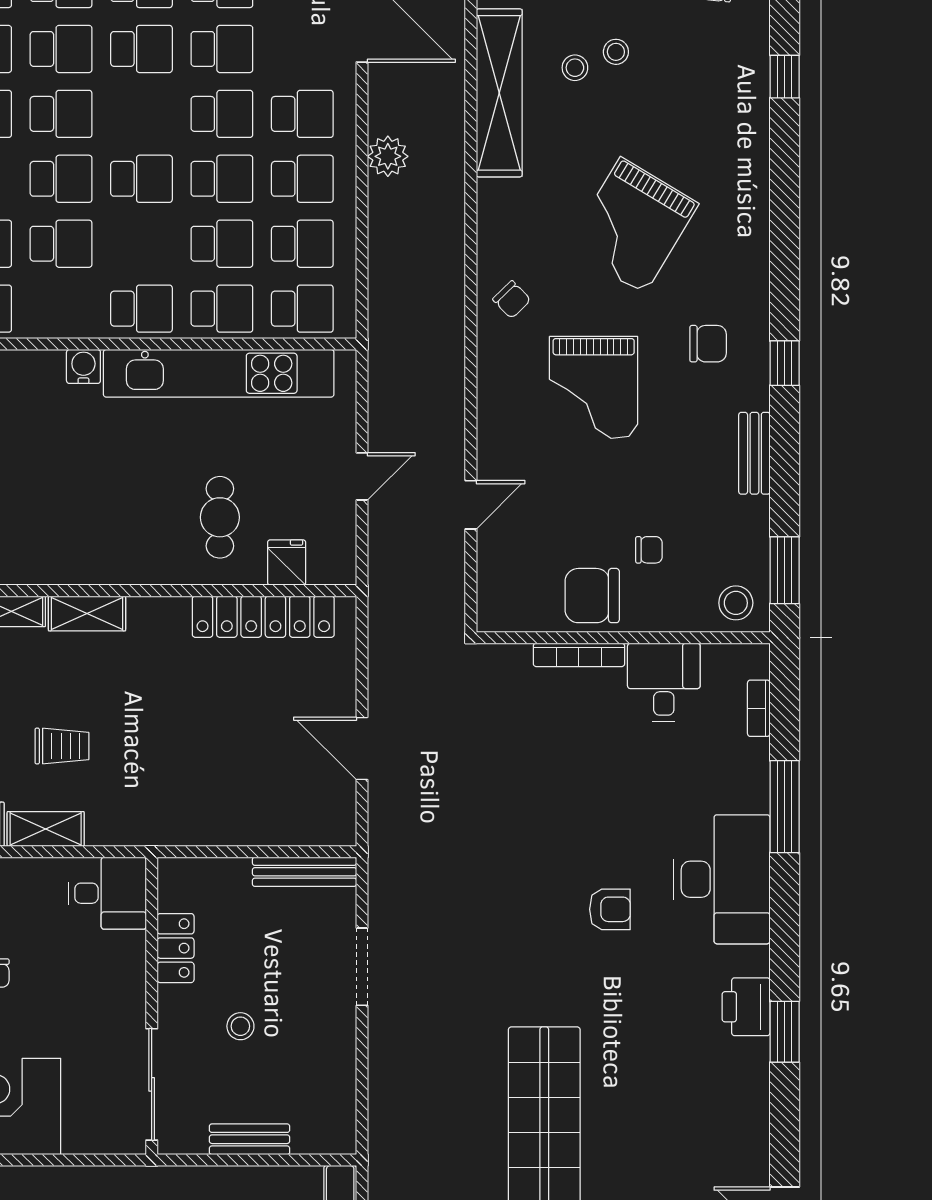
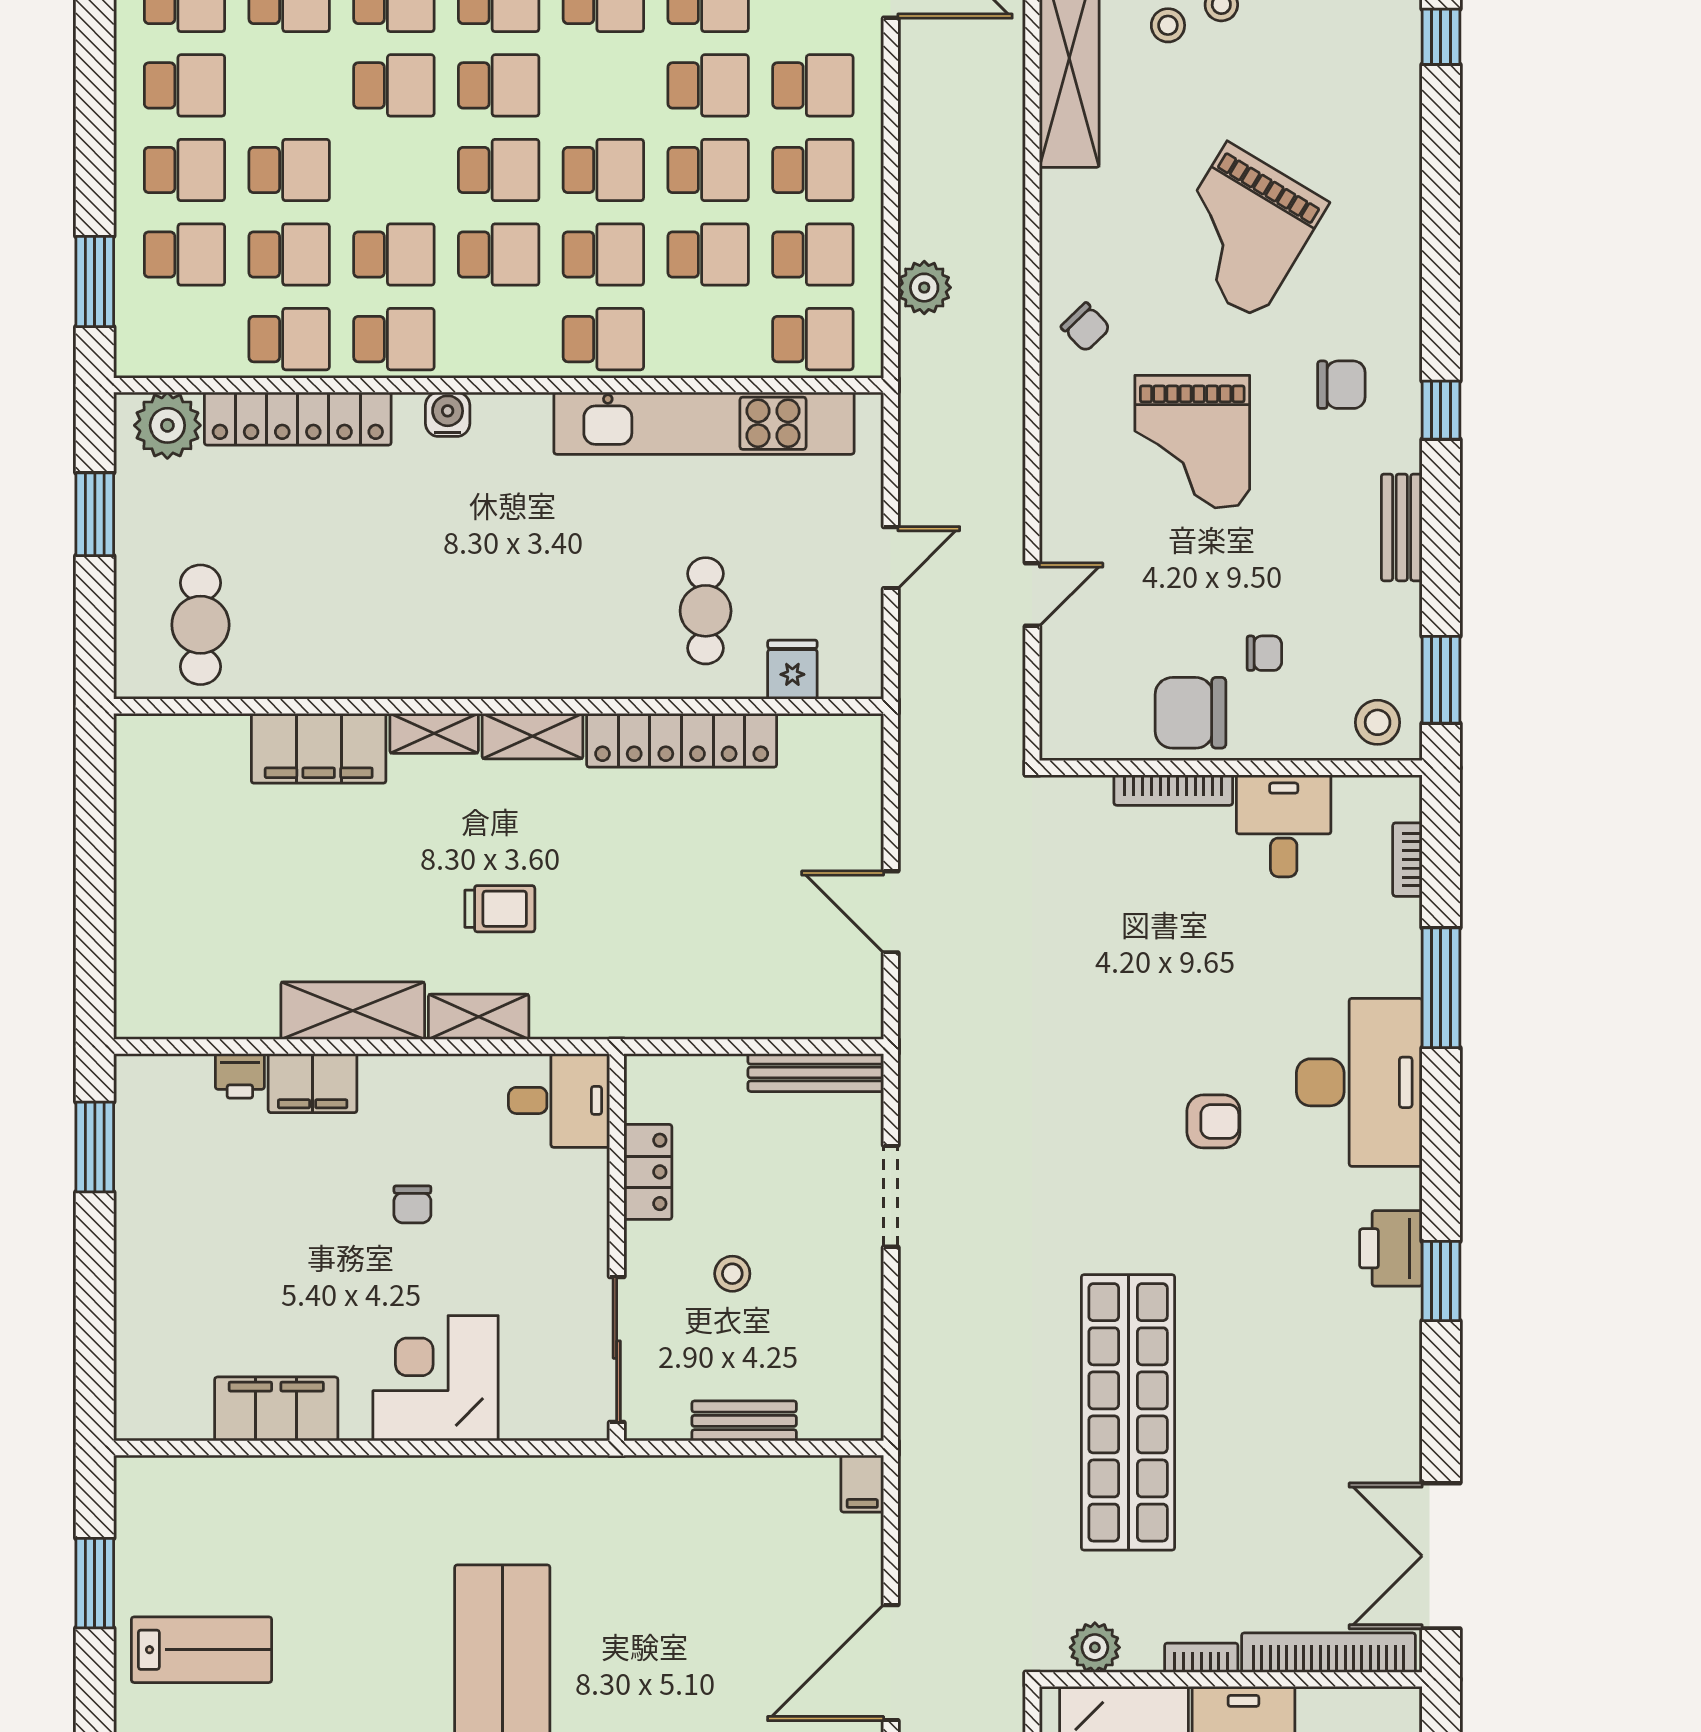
plant: (388, 156) -> (924, 288), moved
school desk: (222, 309) -> (603, 255), moved
water cooler: (83, 366) -> (448, 414), moved
locker: (263, 617) -> (682, 740), moved

